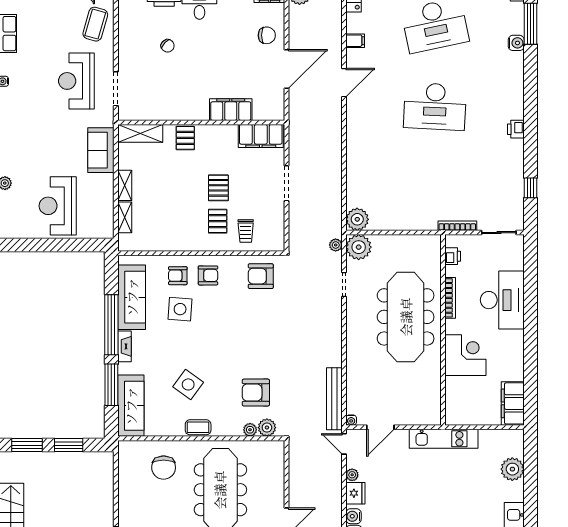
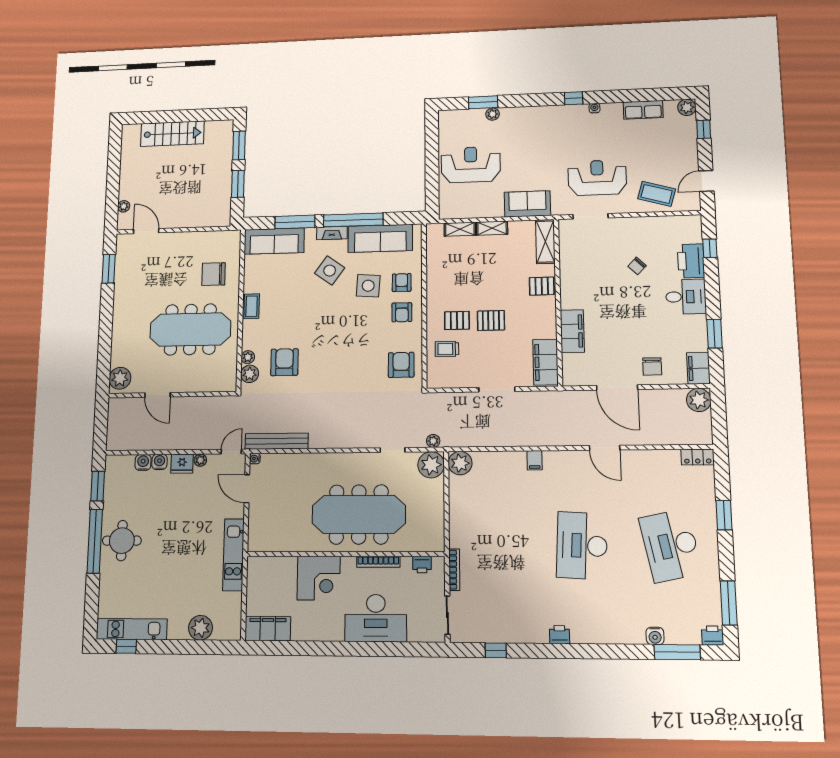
filing cabinet: (355, 41) -> (535, 460), moved
side table: (188, 384) -> (330, 271), moved

